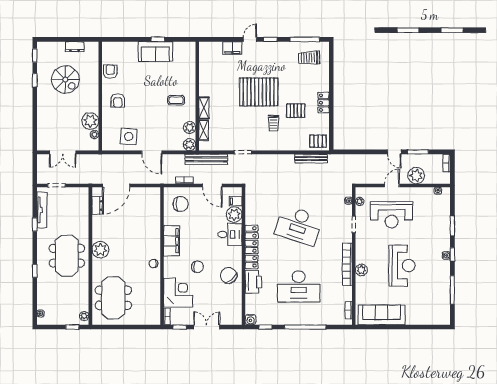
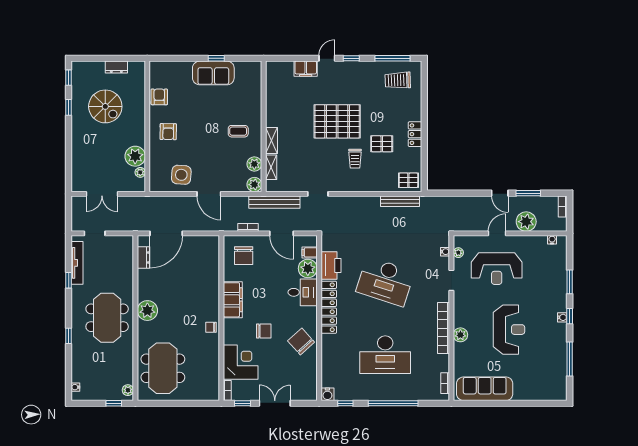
chair: (181, 204) -> (244, 256), turned 90
printer: (254, 282) -> (331, 265), moved

